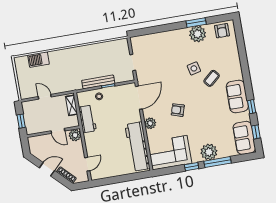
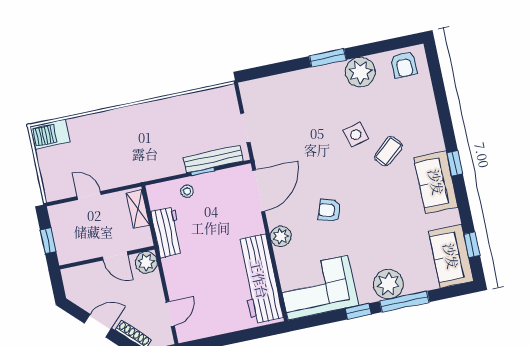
window: (196, 23) -> (328, 58), moved
barbecue: (39, 60) -> (50, 134), moved
bench: (98, 82) -> (213, 159), moved
window: (252, 107) -> (455, 163), moved

